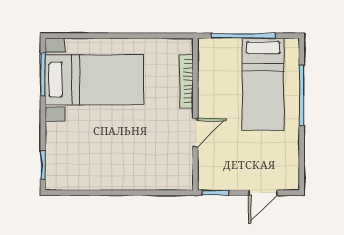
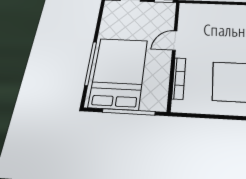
bed: (263, 84) -> (119, 73), width x1.50

